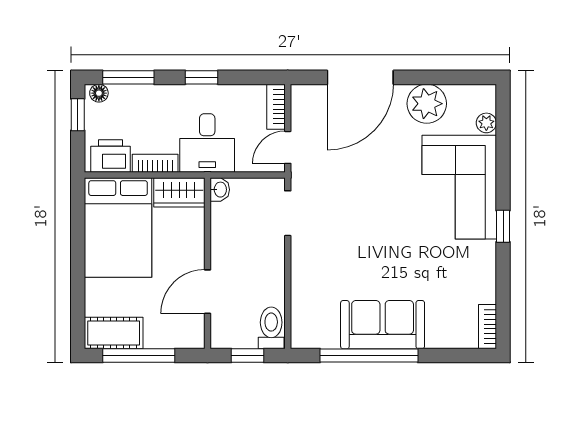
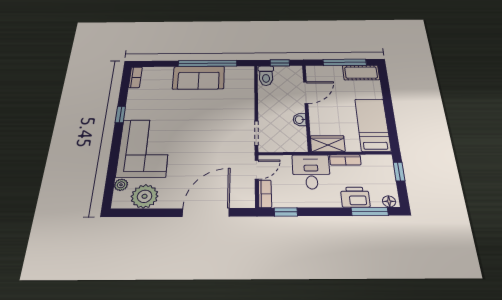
window: (201, 77) -> (286, 212), moved
plant: (427, 104) -> (145, 196), moved
window: (78, 115) -> (399, 172), moved
printer: (110, 156) -> (355, 197), moved, turned 180
washbasin: (220, 190) -> (300, 120), moved
window: (503, 226) -> (120, 115), moved
bed: (118, 227) -> (373, 125), width x0.67

